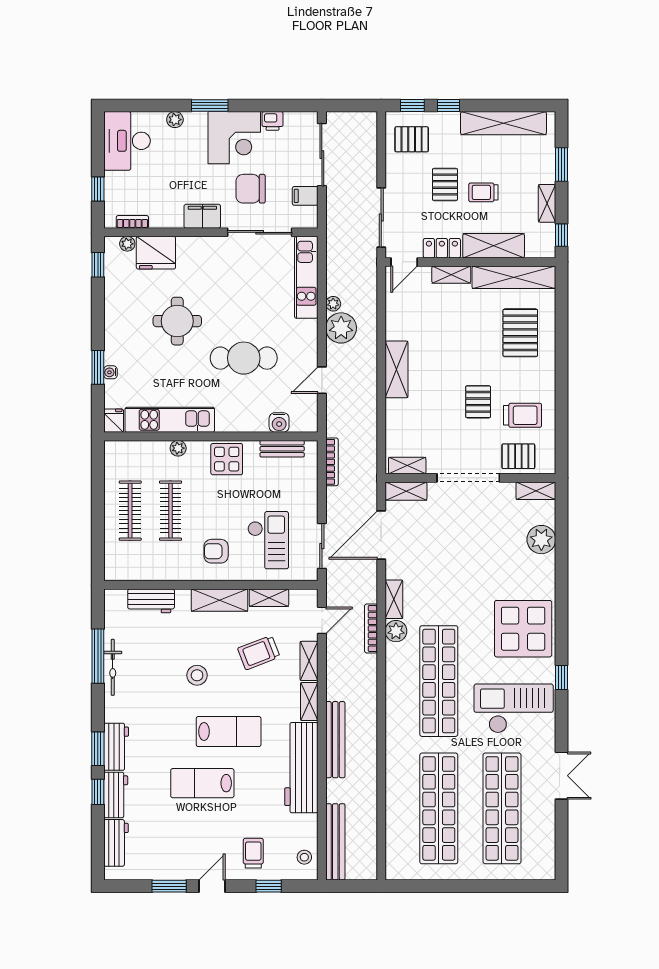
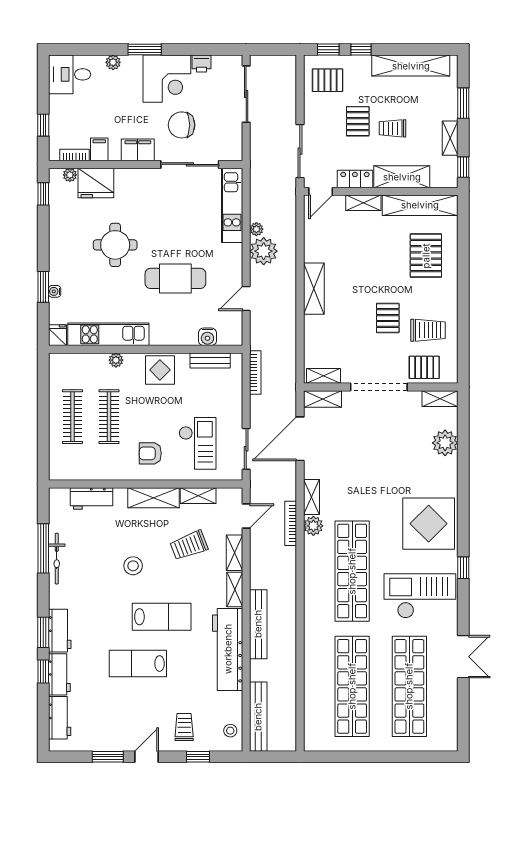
desk: (127, 141) -> (70, 74), width x0.73
filing cabinet: (305, 196) -> (99, 149), moved, turned 90

